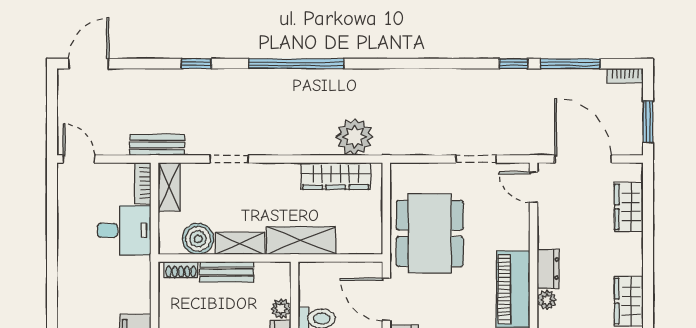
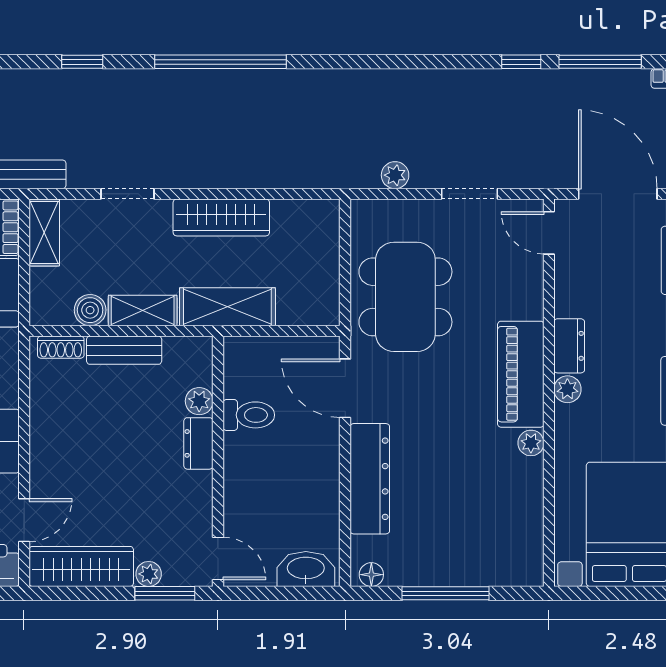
plant: (355, 137) -> (395, 175), moved, width x0.53, depth x0.53
wardrobe: (336, 176) -> (221, 217), moved
boiler: (198, 239) -> (90, 310), width x0.73, depth x0.73

